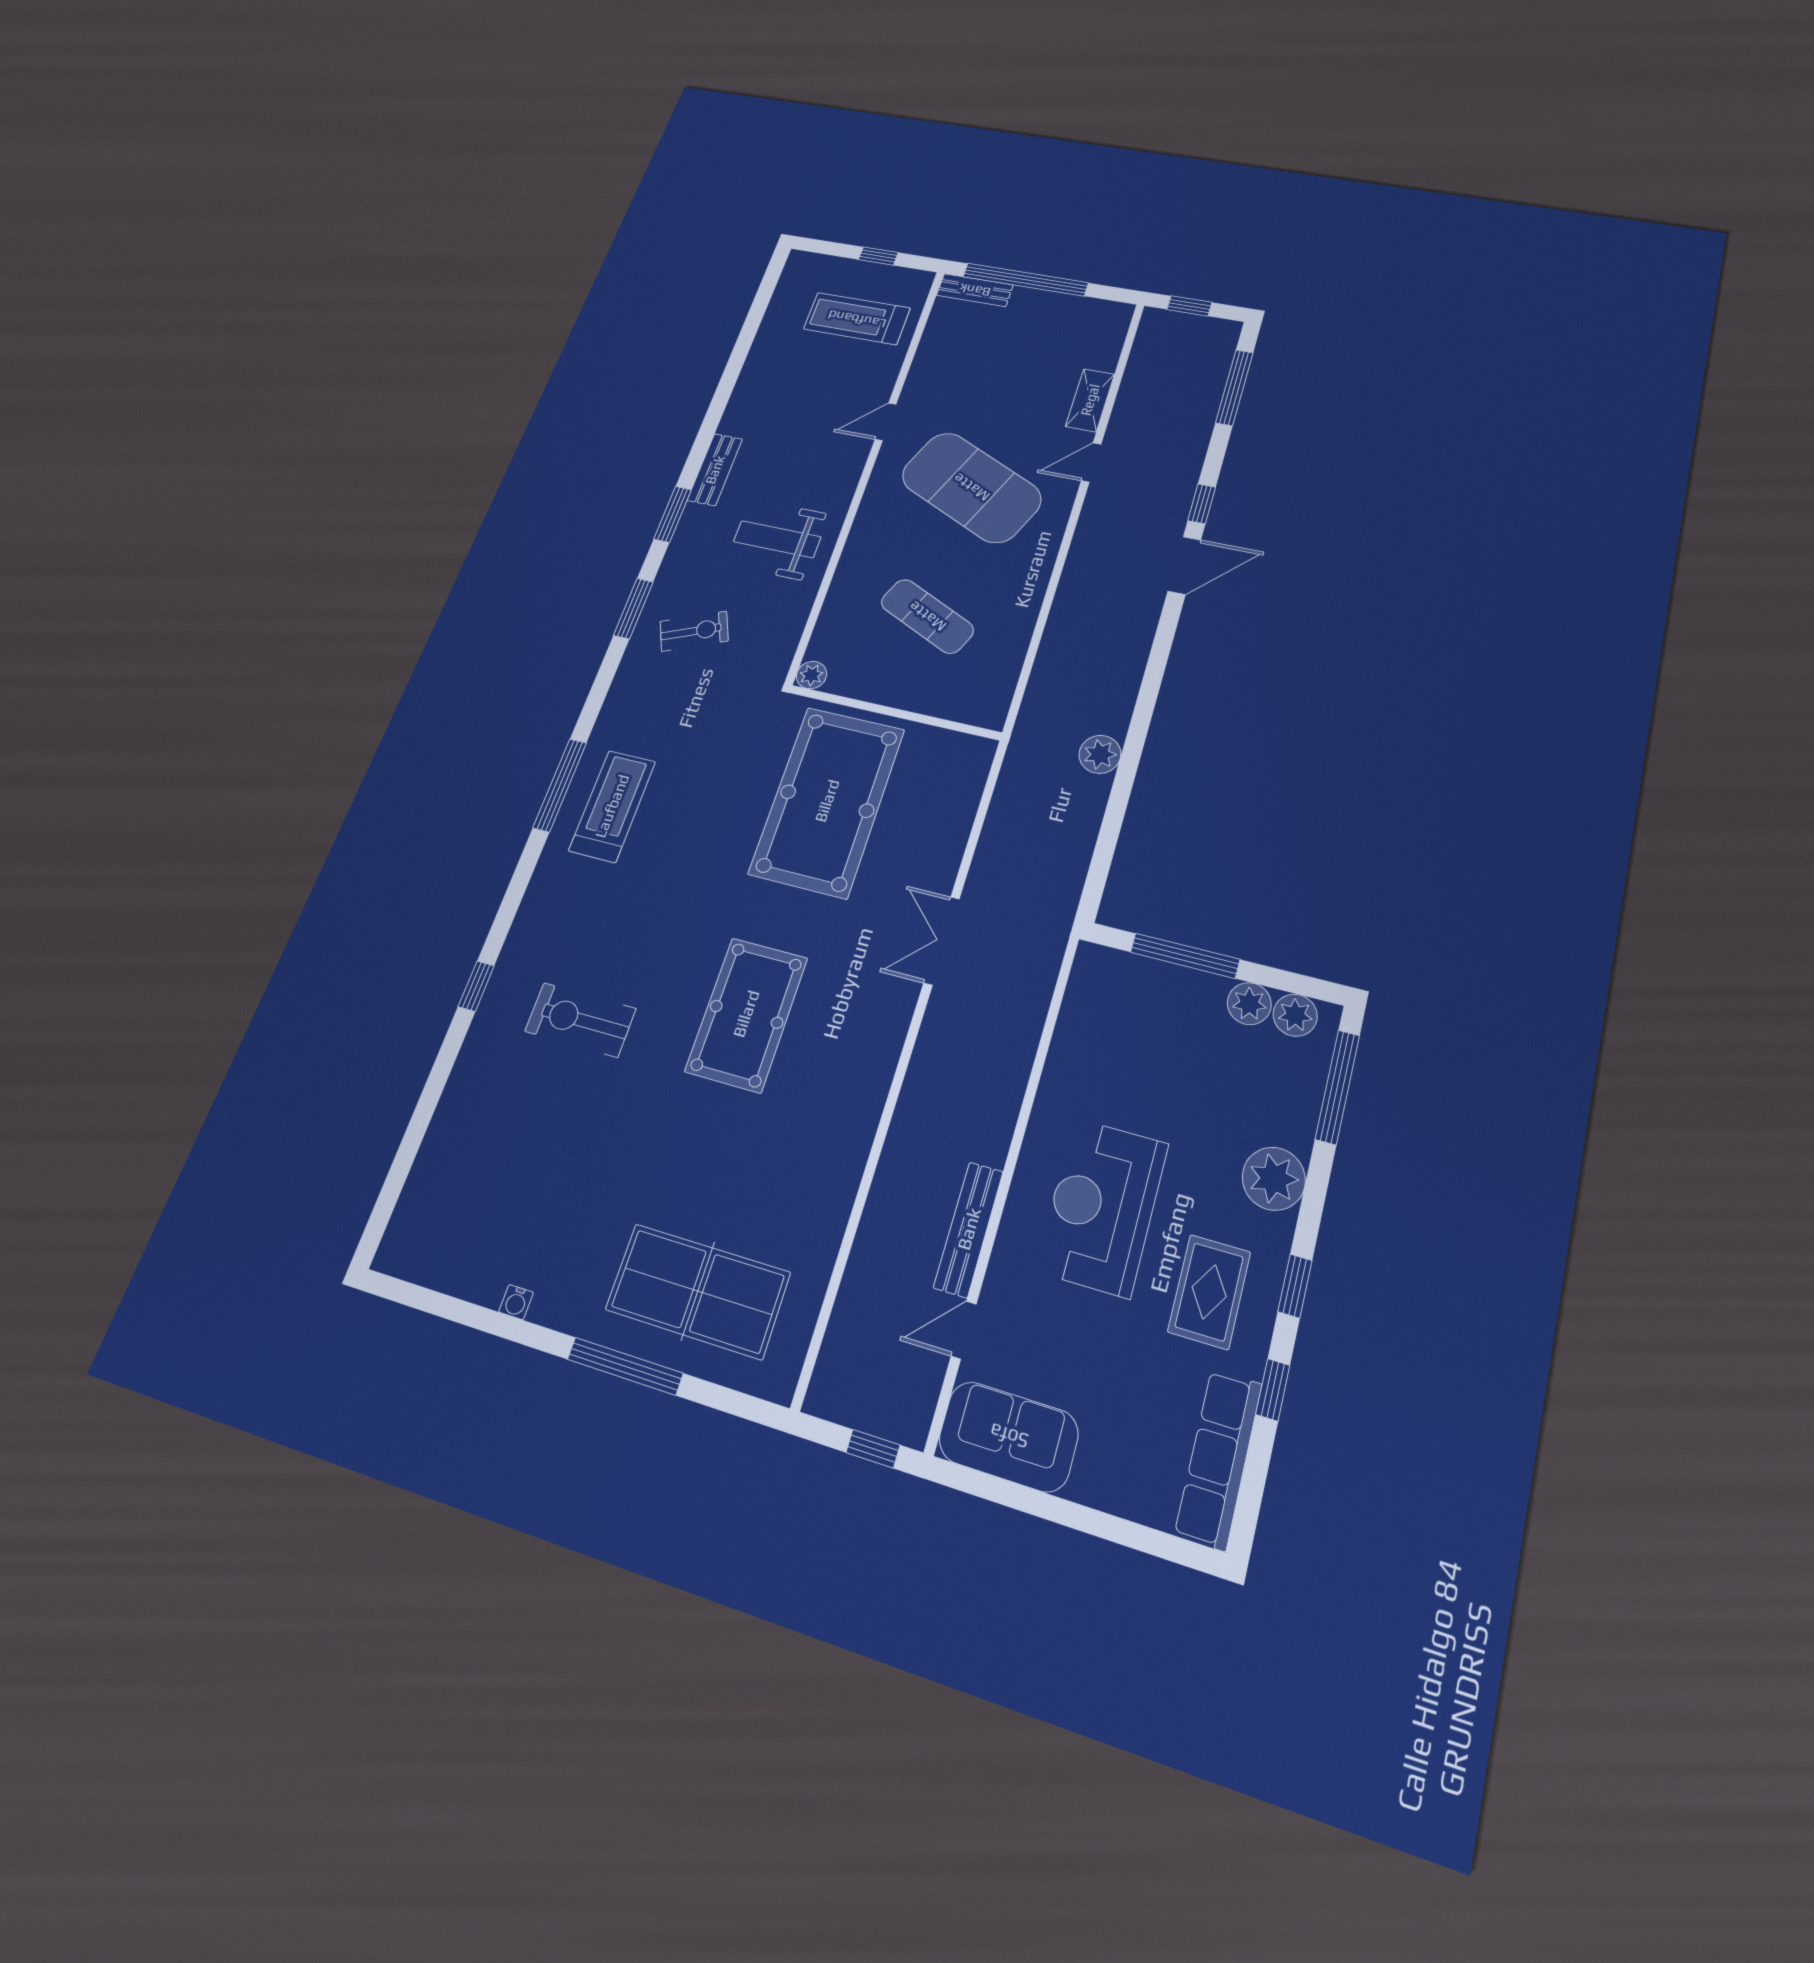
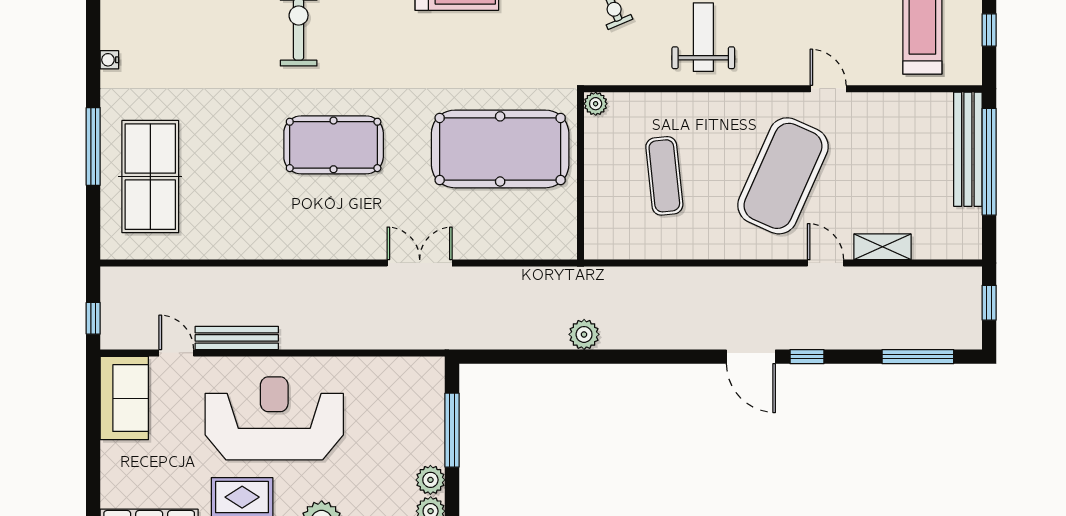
bench: (975, 290) -> (968, 149), width x1.86, depth x1.21
exercise mat: (927, 616) -> (664, 176), turned -30
reception desk: (1102, 1207) -> (274, 418), width x1.36, depth x1.30

